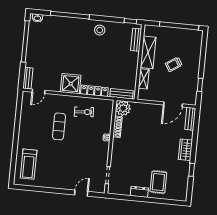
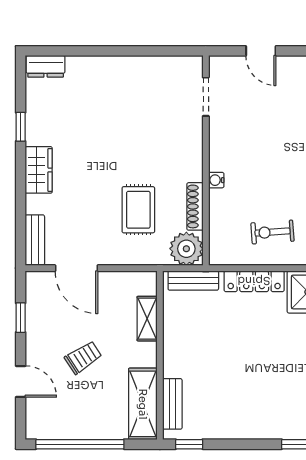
stool: (100, 30) -> (255, 417), removed
shelving: (148, 52) -> (143, 404), moved
door: (203, 56) -> (21, 381), added
door: (173, 104) -> (76, 268), swing flipped
rug: (158, 182) -> (138, 210), moved
dresser: (139, 192) -> (46, 66), moved
door: (81, 193) -> (261, 51), hinge flipped

